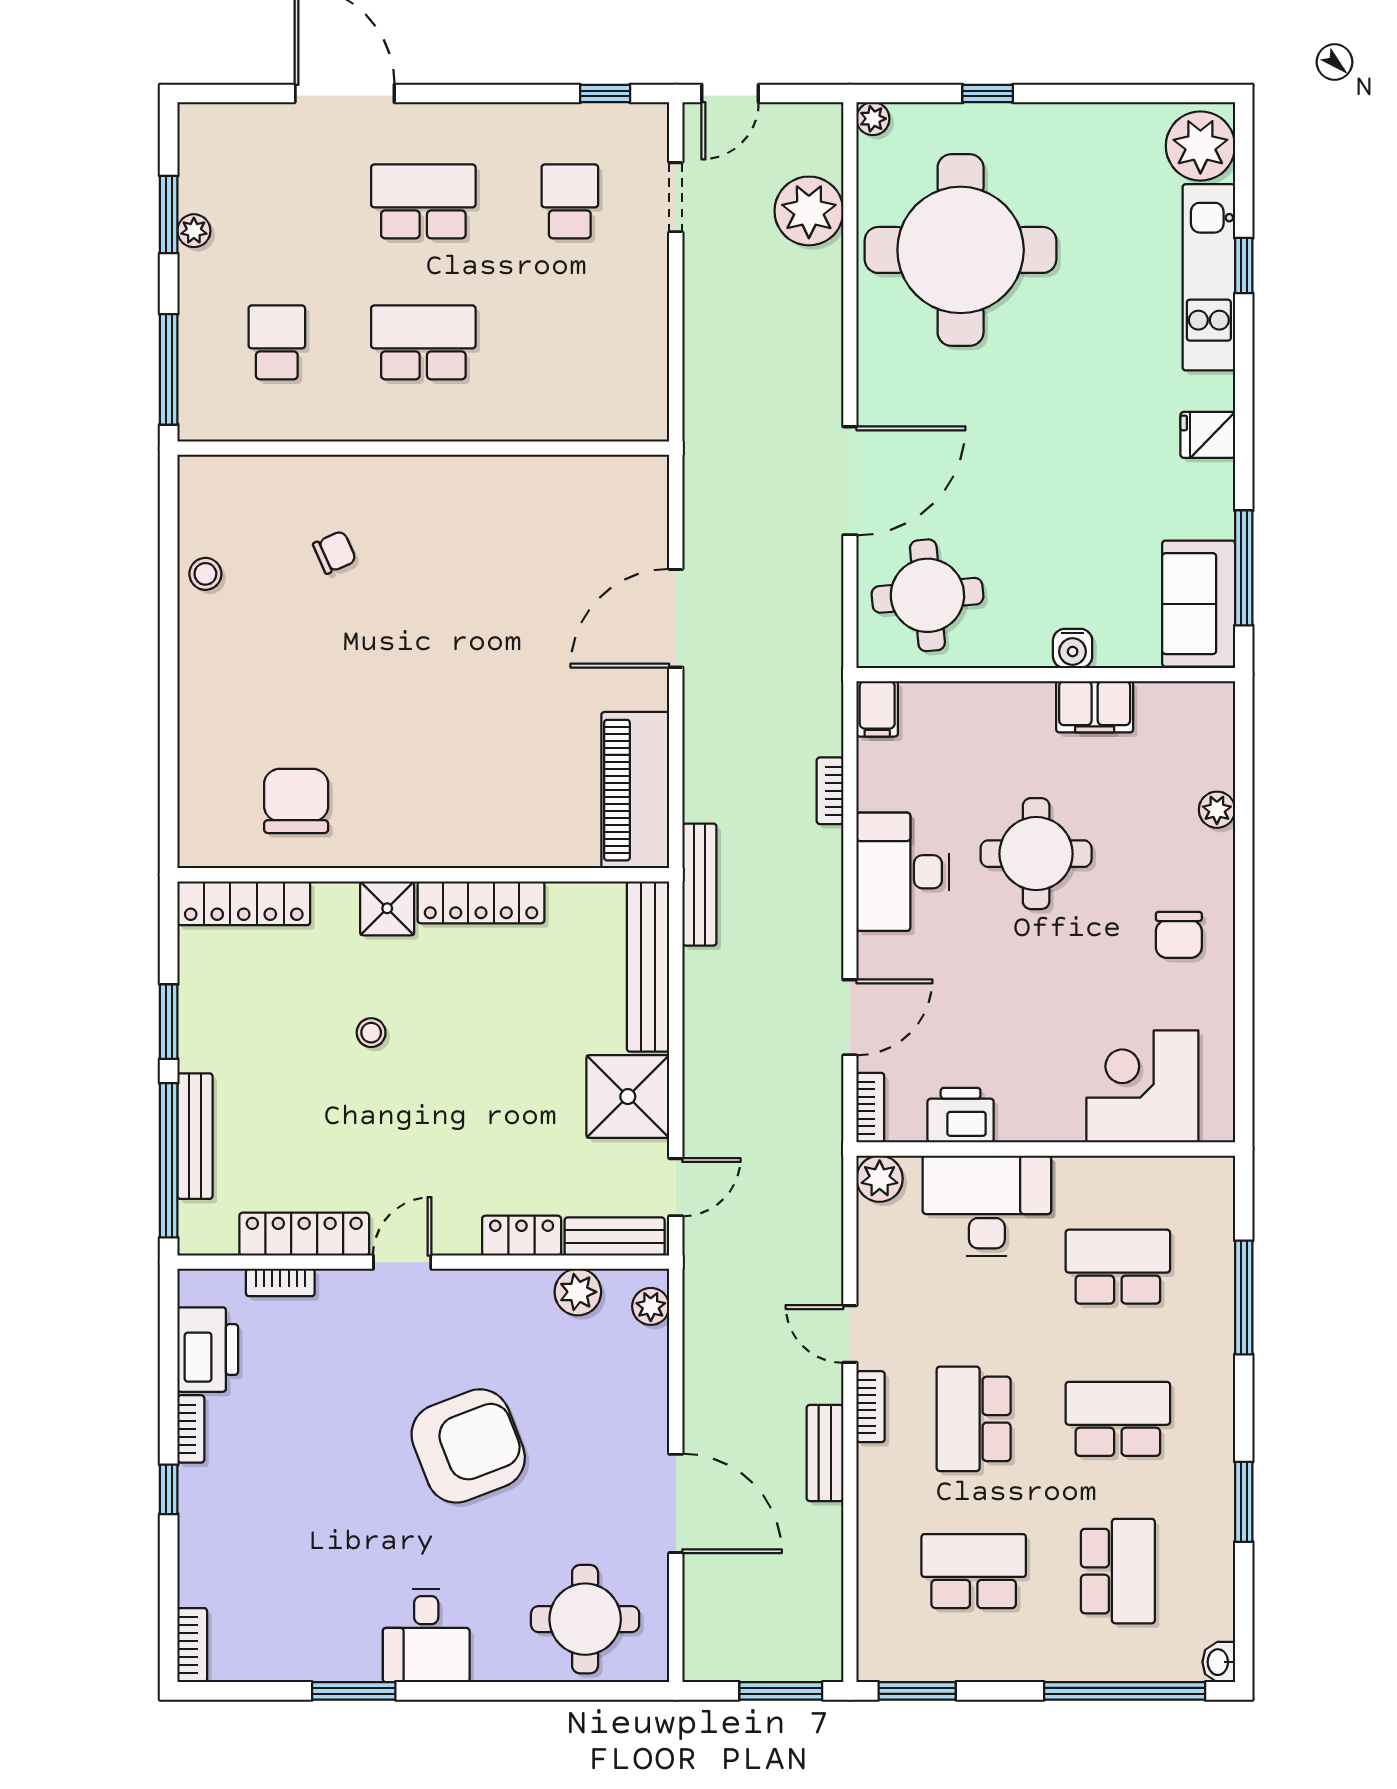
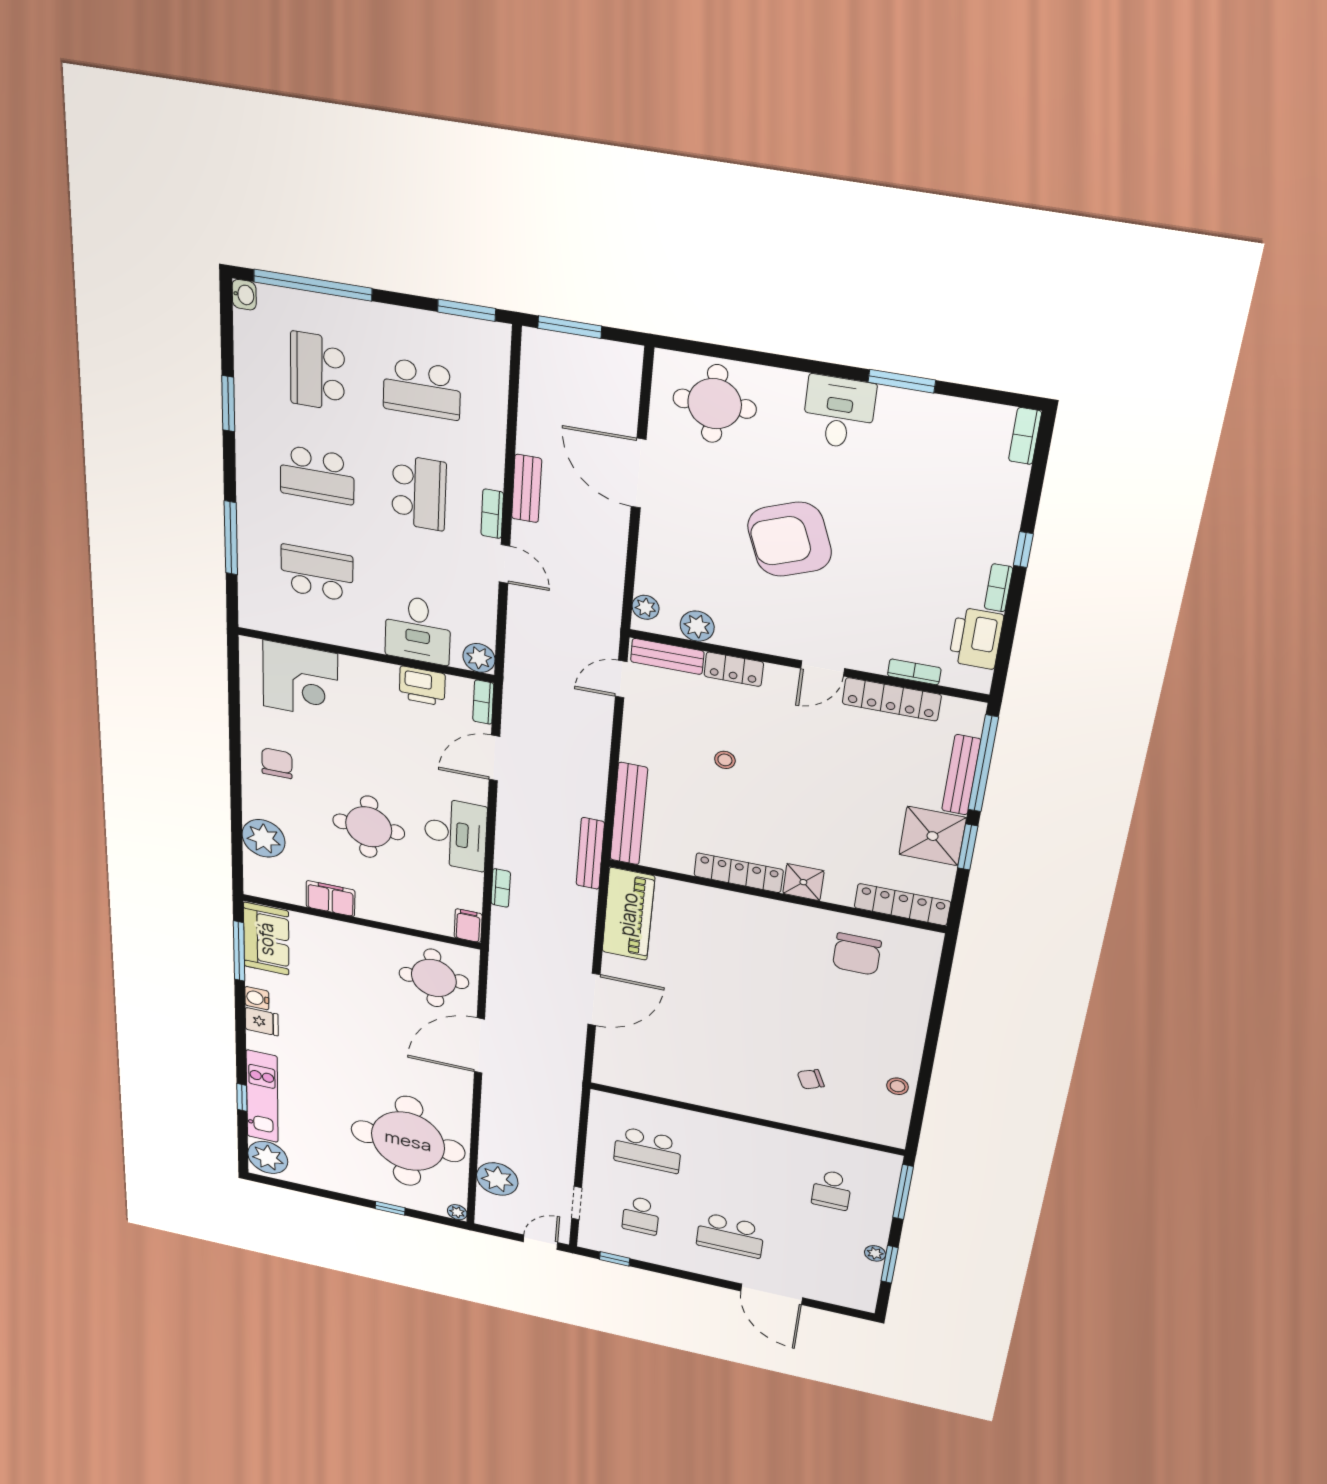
school desk: (423, 342) -> (648, 1150), moved
water cooler: (1073, 648) -> (257, 998), moved, turned -90
plant: (1217, 810) -> (264, 838), width x1.88, depth x1.88
stool: (371, 1033) -> (725, 760), moved
shower: (628, 1097) -> (933, 836), moved
desk: (987, 1206) -> (418, 630), width x0.73
school desk: (1118, 1267) -> (317, 573), turned 180

